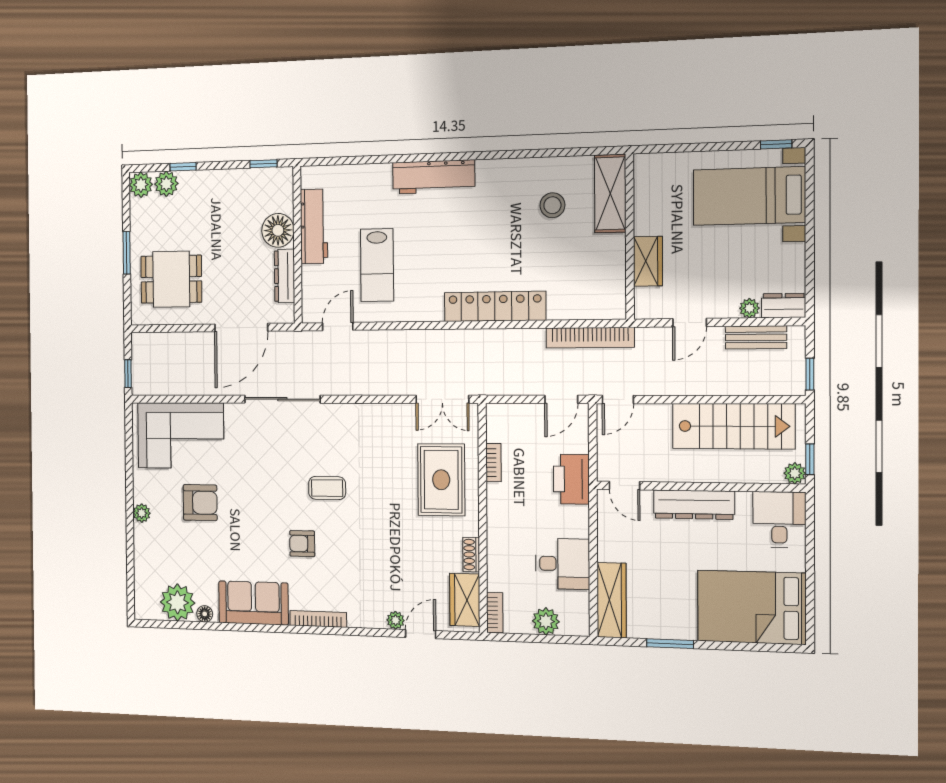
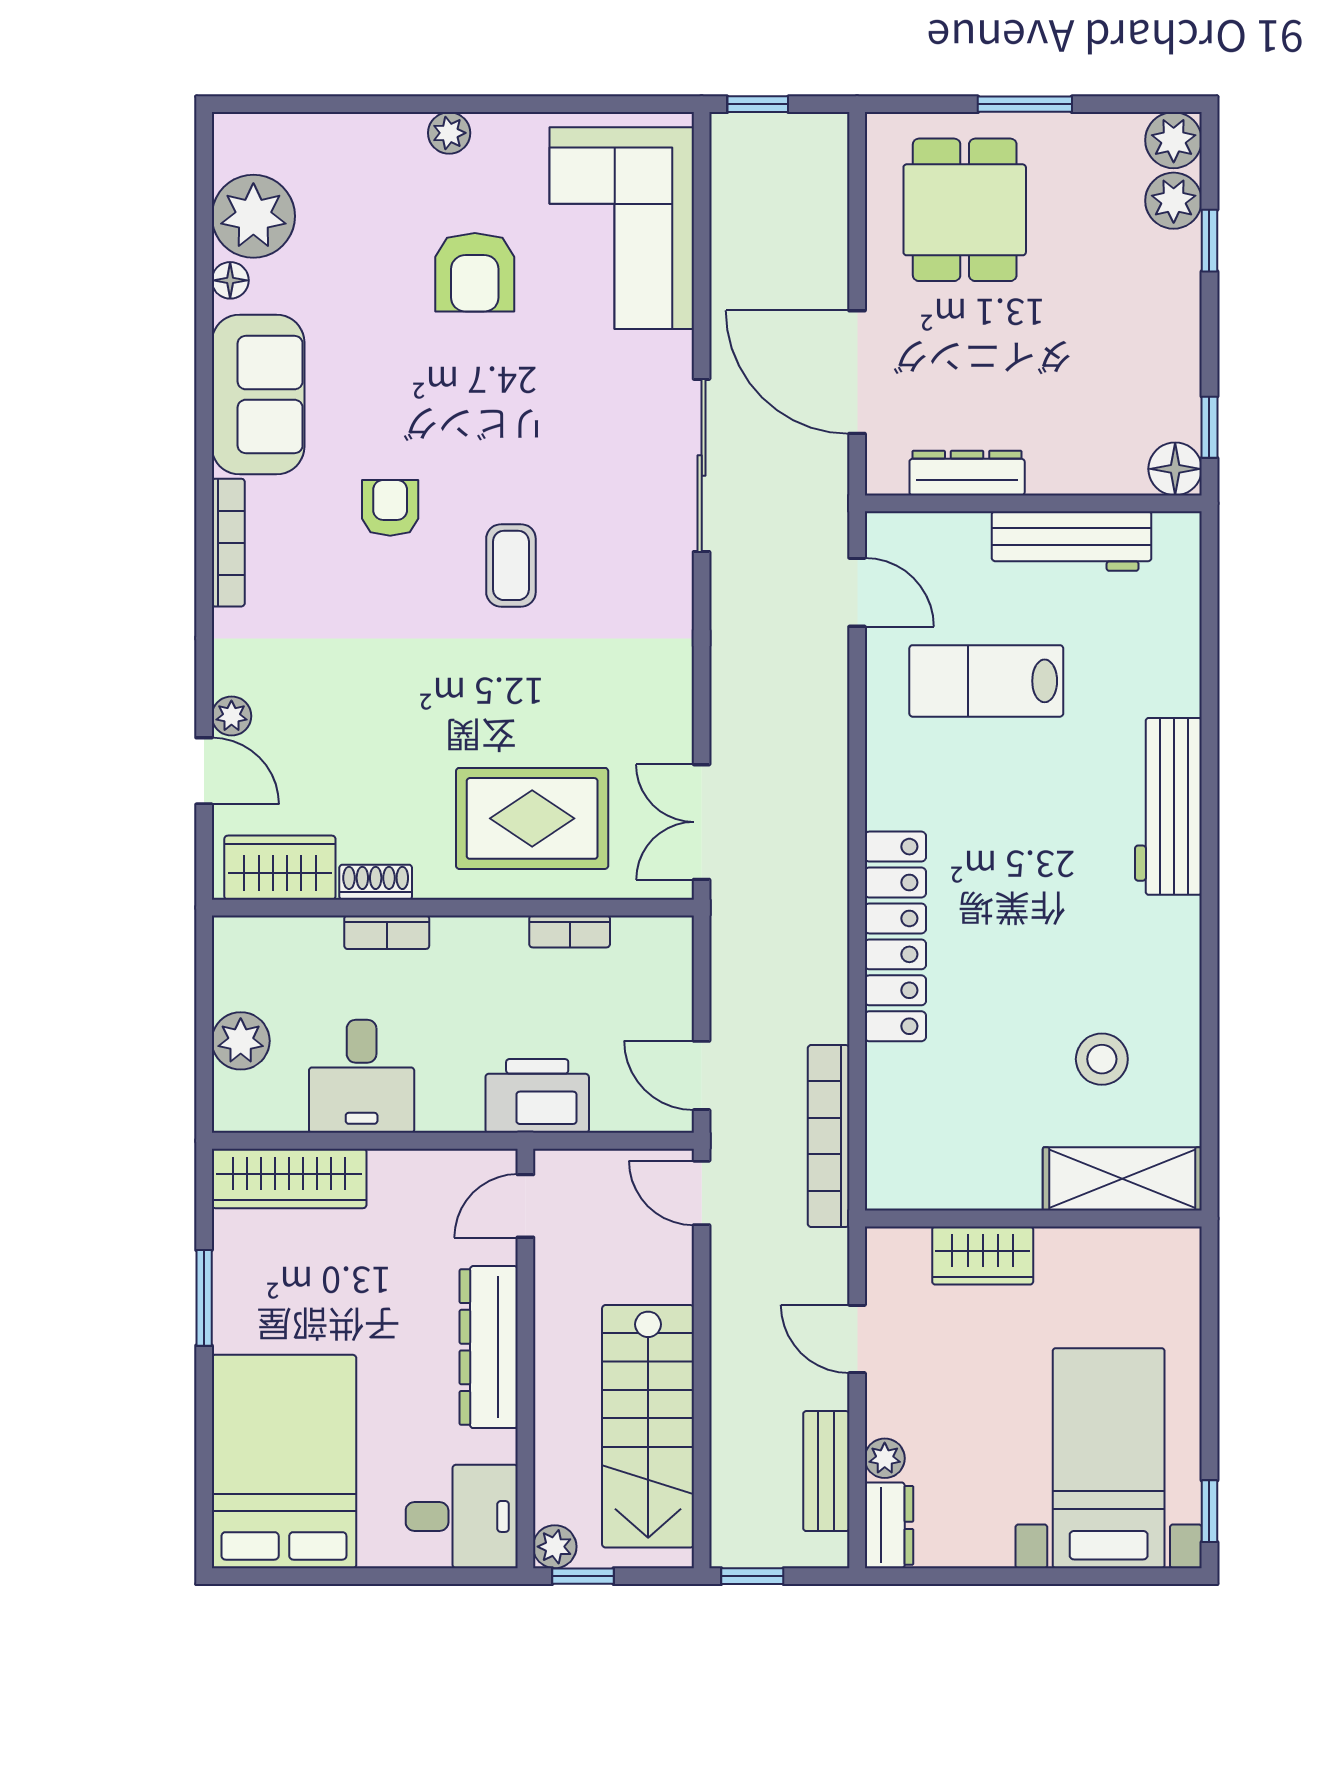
floor lamp: (278, 230) -> (1175, 469), moved, width x0.73, depth x0.73
bookcase: (495, 613) -> (387, 932), moved

